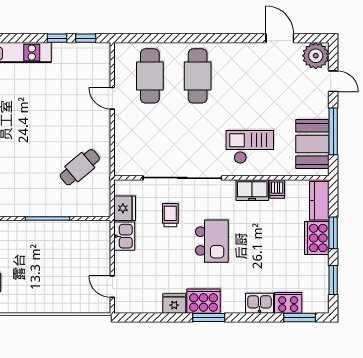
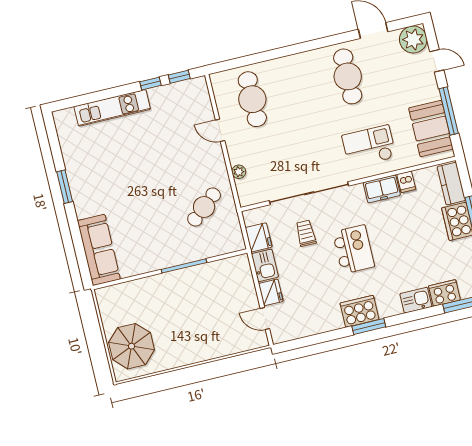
cafe table: (198, 76) -> (348, 76), moved
plant: (121, 142) -> (239, 172), added
fridge: (174, 304) -> (271, 292), moved, turned 90

